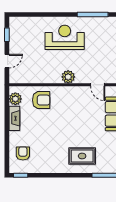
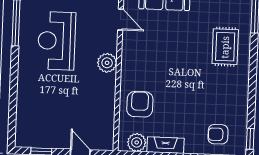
reception desk: (65, 37) -> (57, 41), moved
door: (98, 85) -> (120, 20), hinge flipped

